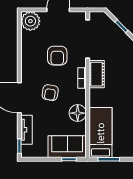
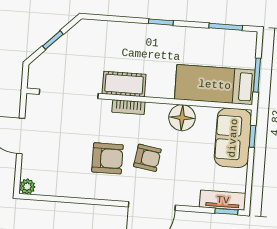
plant: (30, 21) -> (27, 187), width x0.53, depth x0.53
armchair: (57, 56) -> (107, 158), moved
tv unit: (26, 130) -> (223, 200), moved

